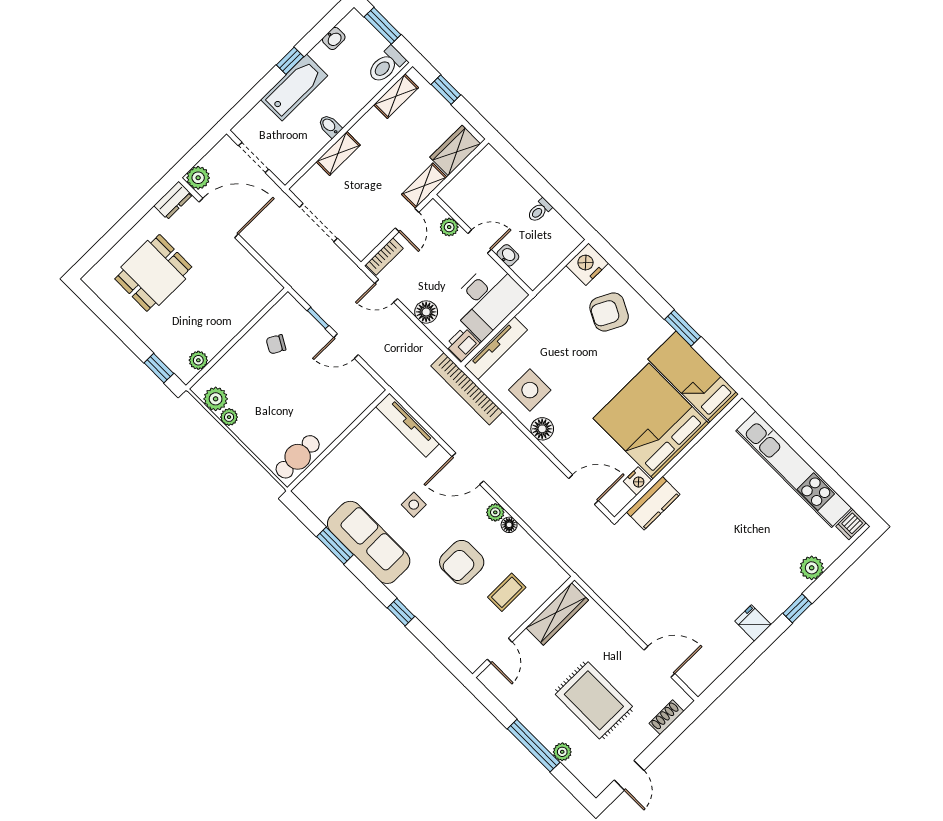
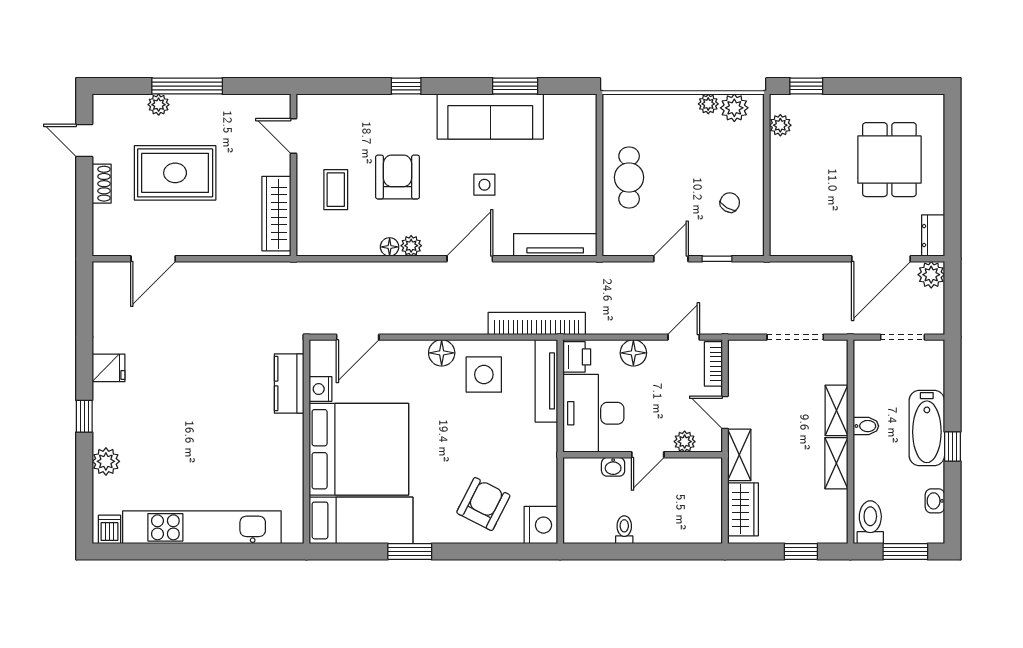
shelving: (396, 96) -> (836, 463), moved
cafe table: (298, 457) -> (629, 177), moved
shoe rack: (666, 717) -> (102, 184), moved

